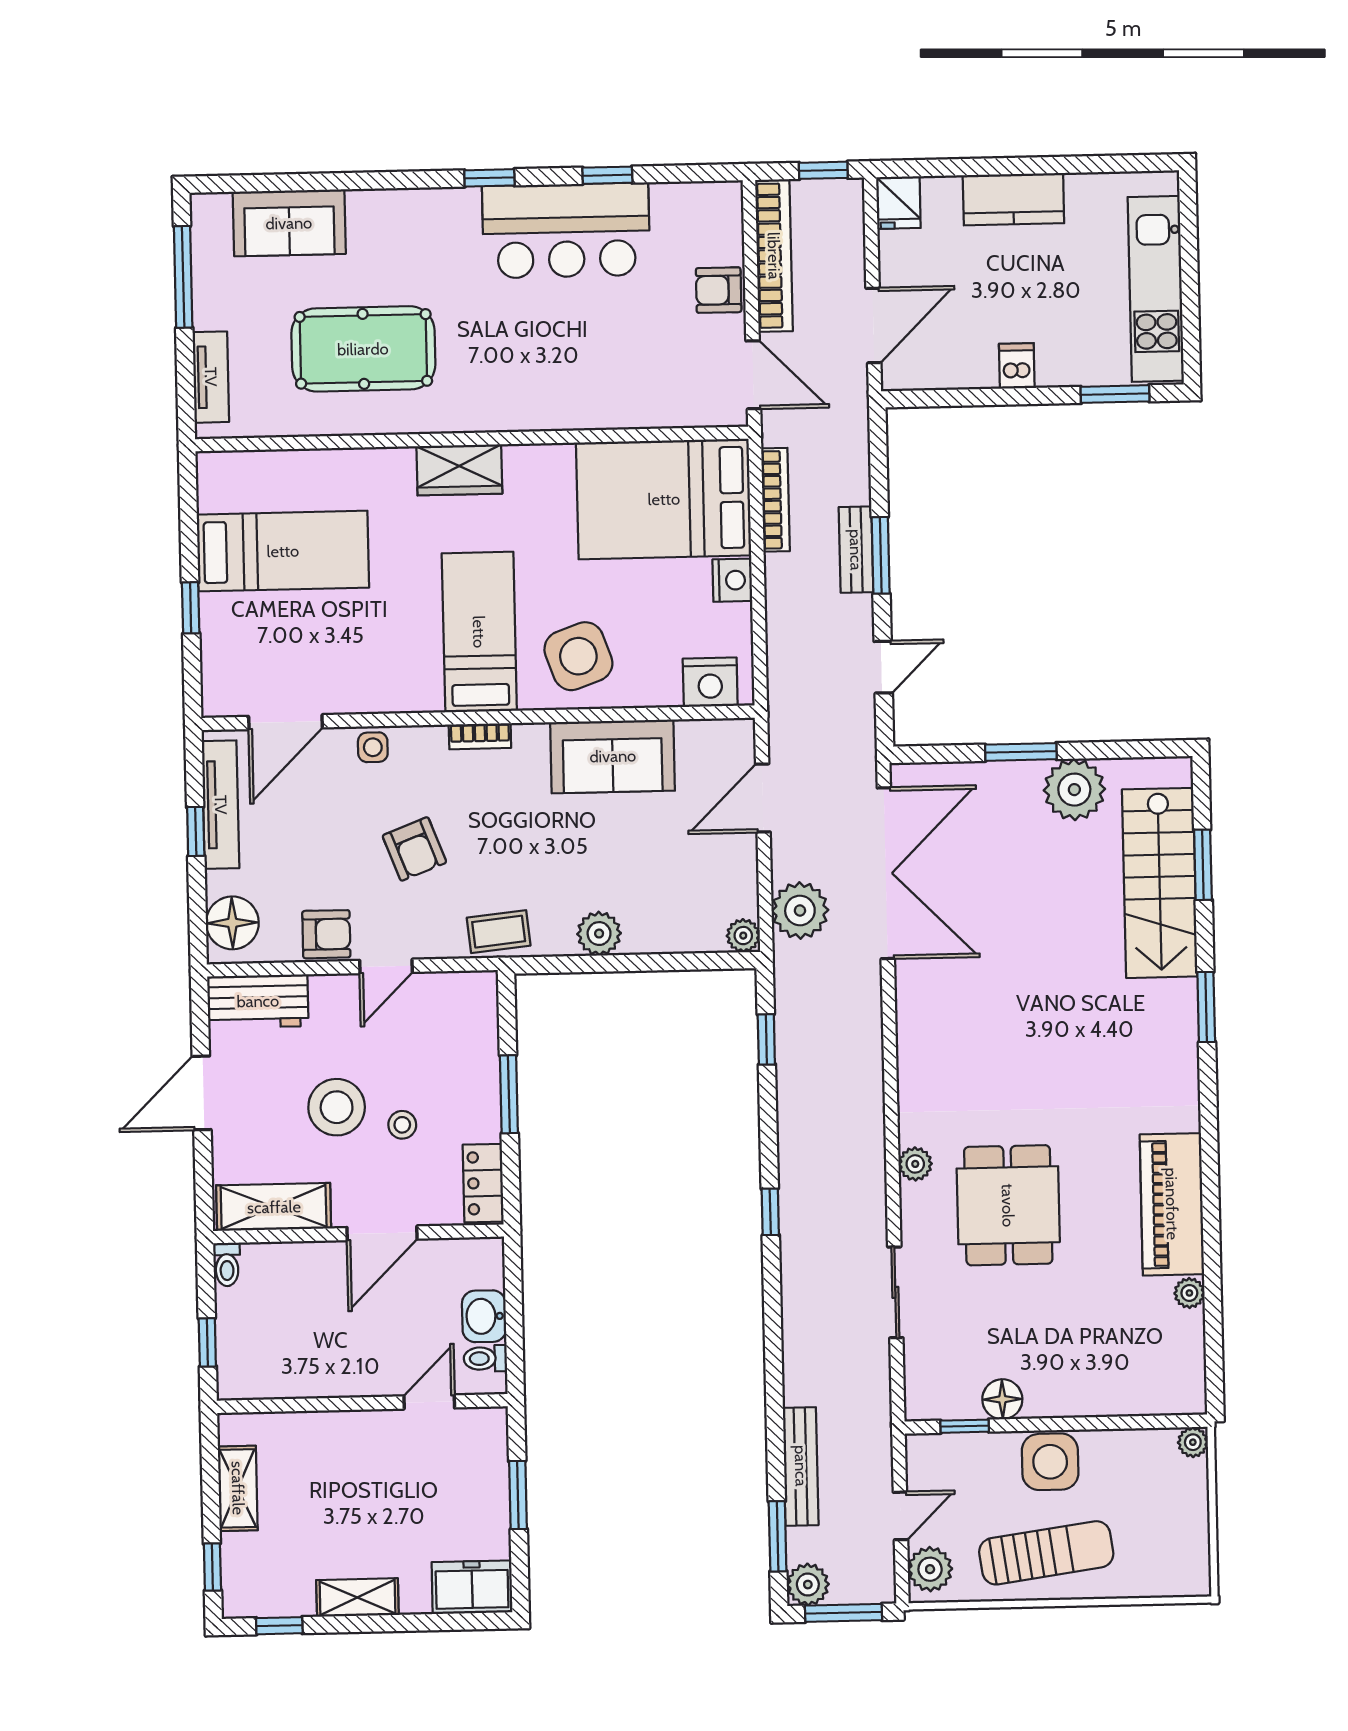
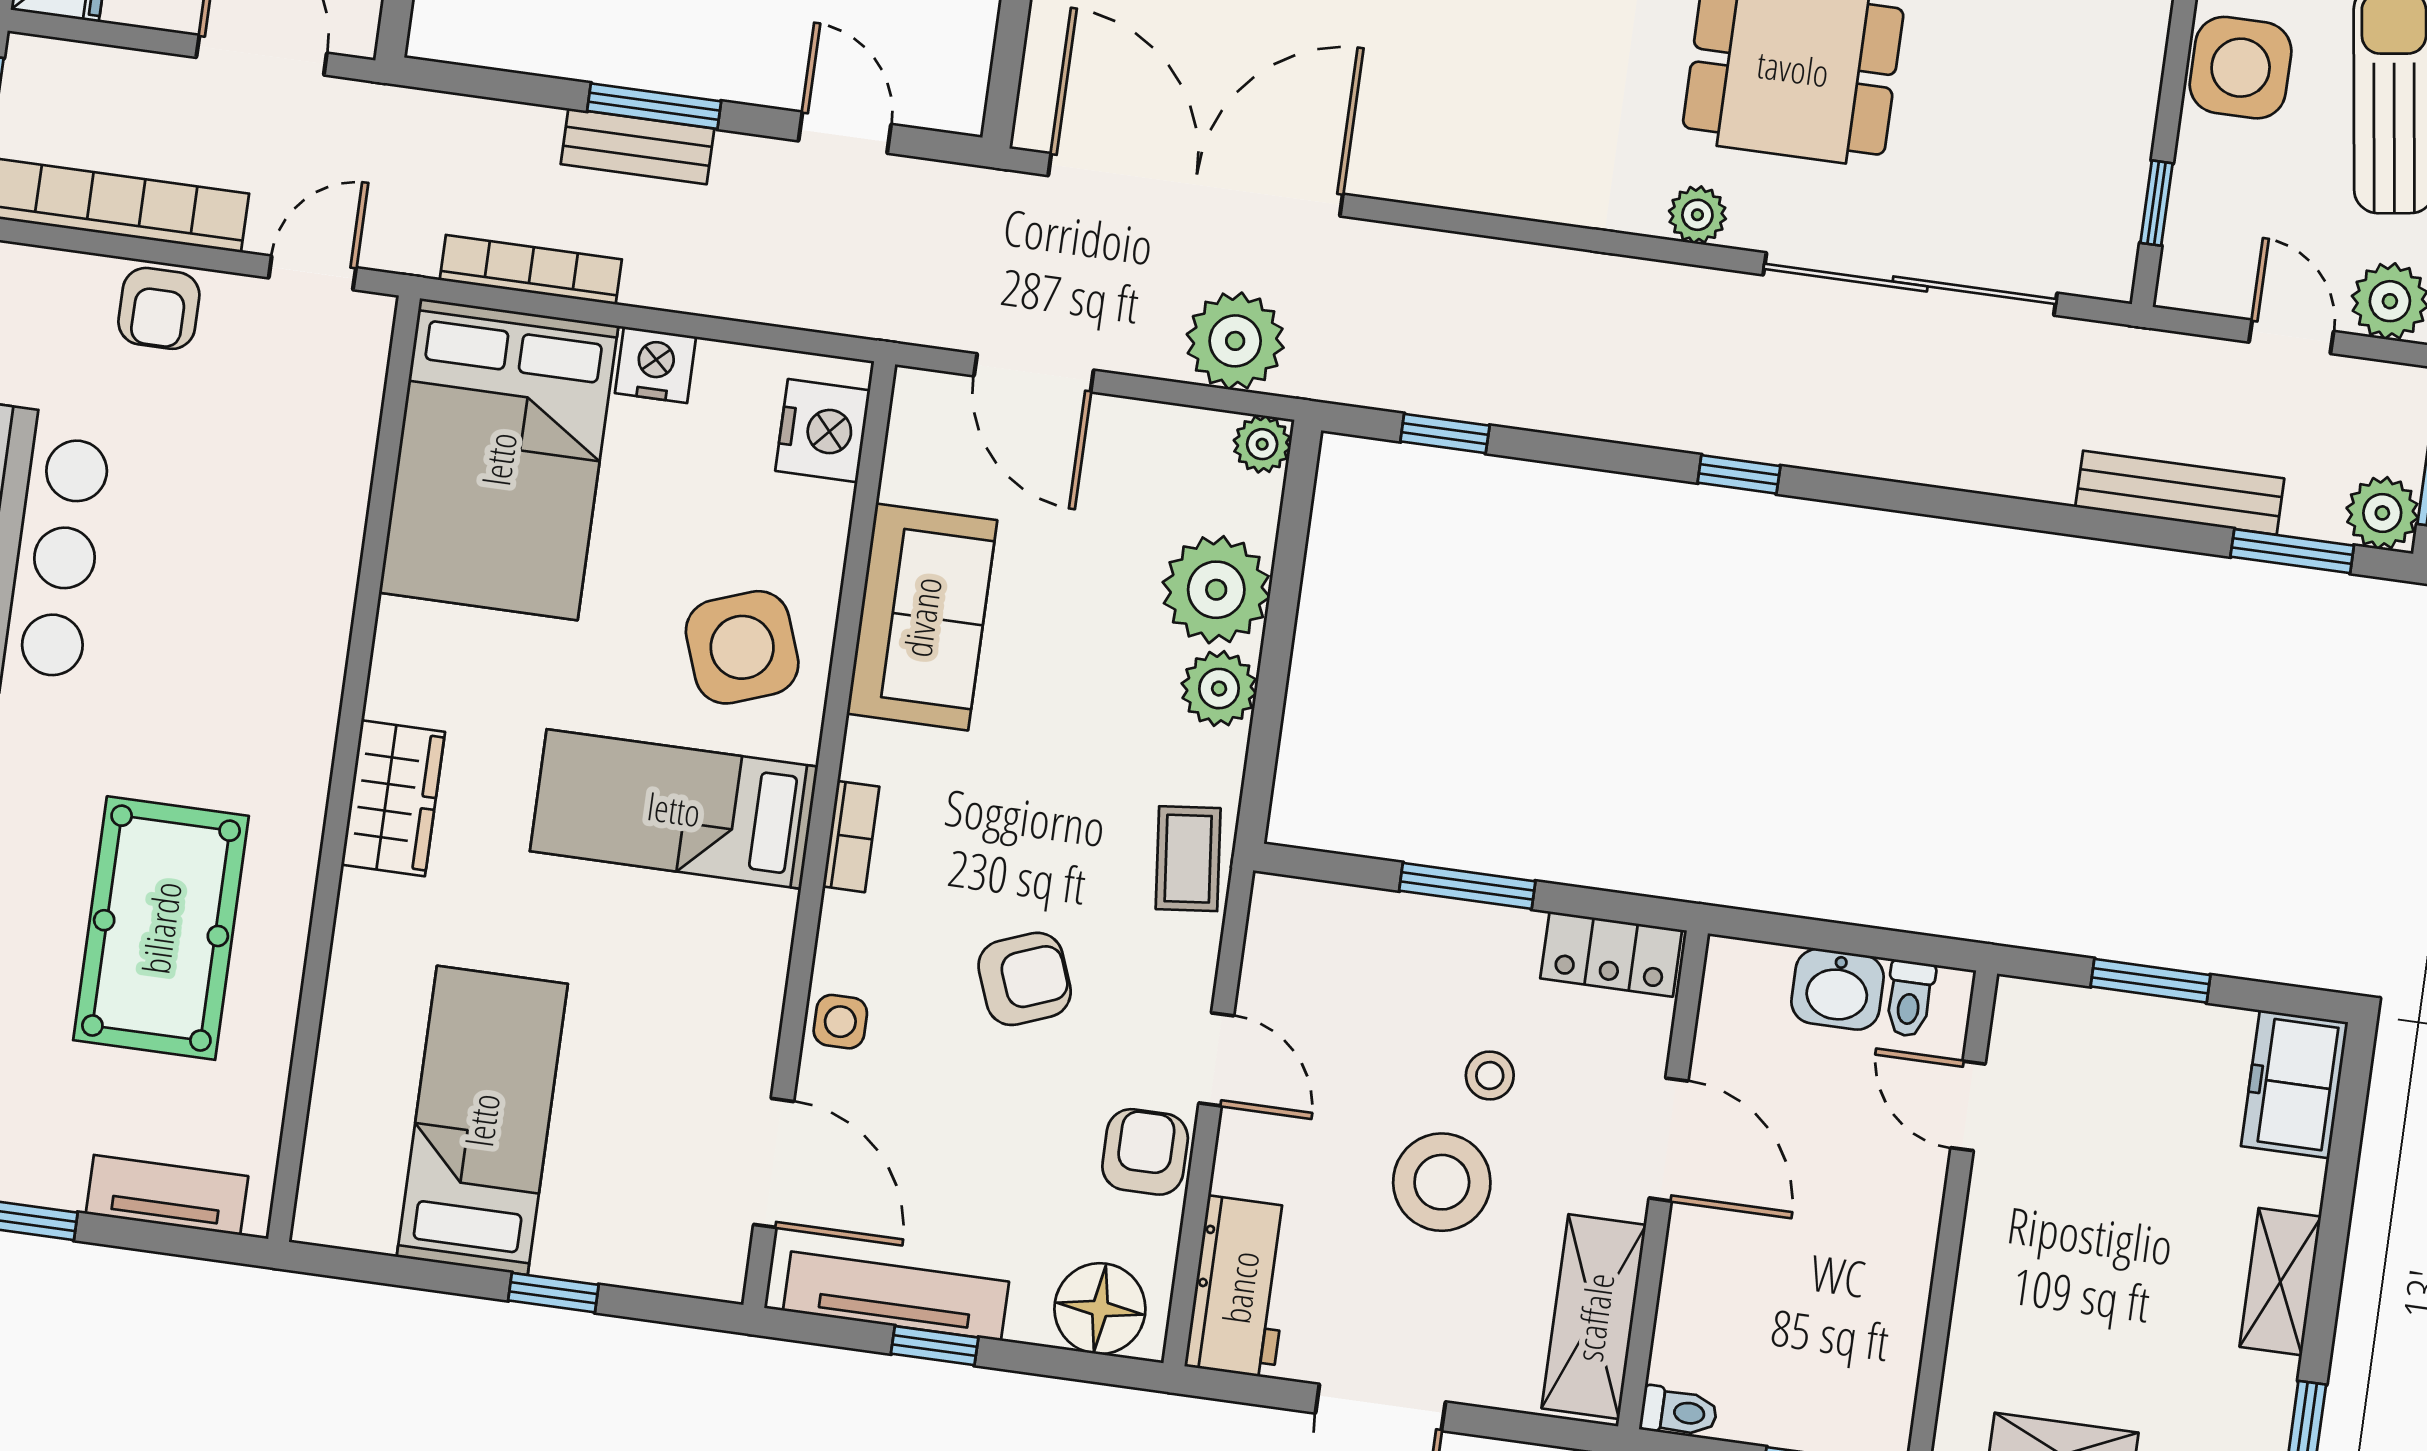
door: (753, 375) -> (312, 273), width x0.73
plant: (655, 923) -> (1216, 590), added
sliding door: (895, 1292) -> (1910, 284), width x1.86
floor lamp: (1002, 1399) -> (2121, 132), removed

